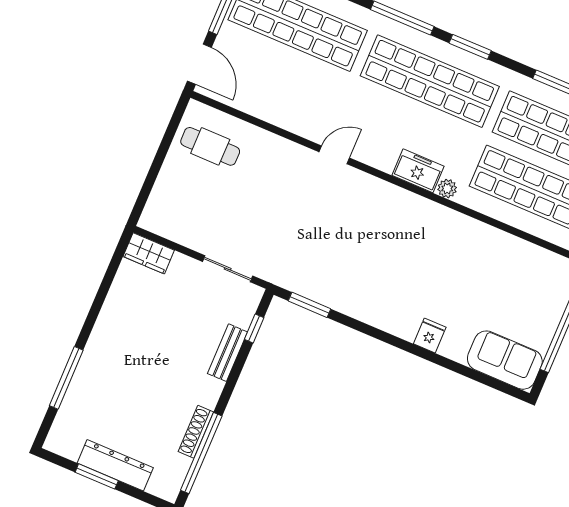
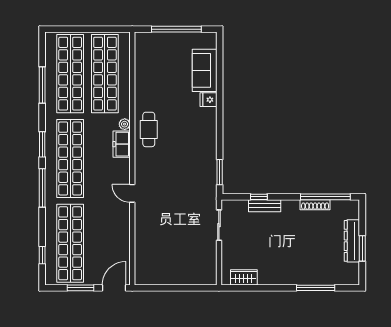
cafe table: (210, 146) -> (149, 129), moved
wardrobe: (149, 253) -> (244, 277), moved, turned -90
window: (254, 328) -> (259, 197), moved
sofa: (505, 360) -> (205, 70), moved

